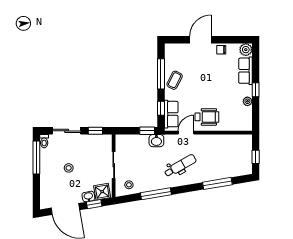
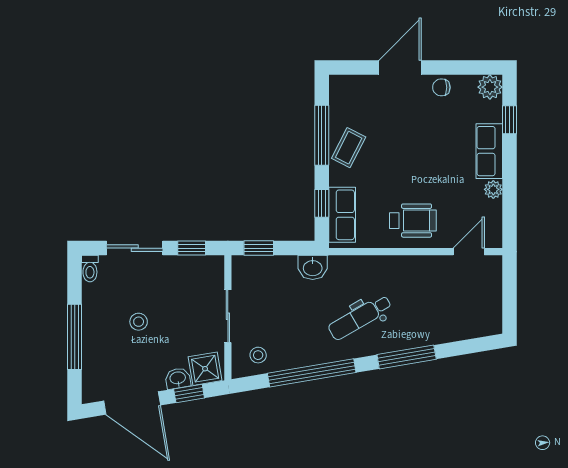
row of seats: (245, 71) -> (489, 151), moved
window: (256, 90) -> (509, 120), moved
window: (147, 131) -> (259, 248), moved
door: (186, 133) -> (469, 252), moved
window: (256, 157) -> (509, 300), removed
window: (36, 158) -> (75, 337), moved
dental chair: (180, 166) -> (360, 317), turned 180
window: (217, 183) -> (407, 357), moved
window: (156, 194) -> (312, 373), width x1.46

